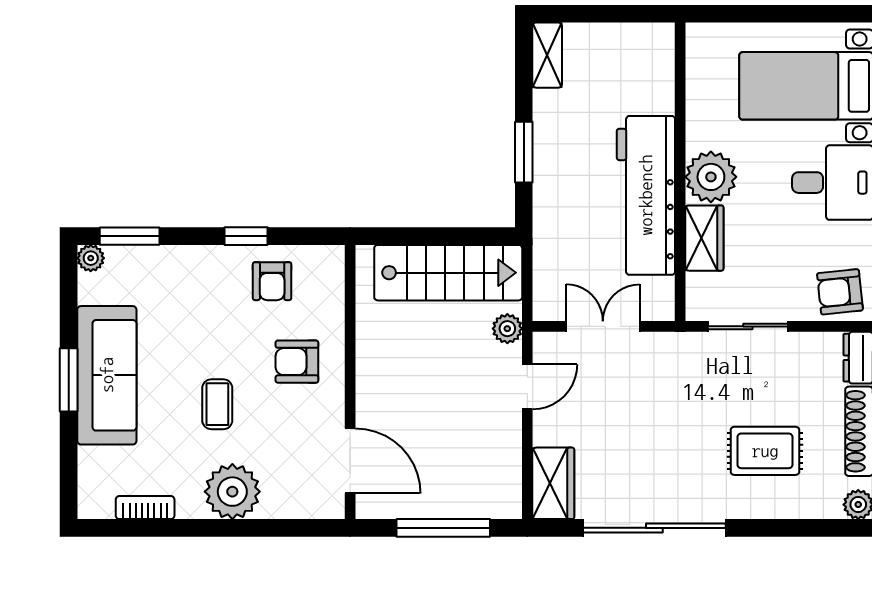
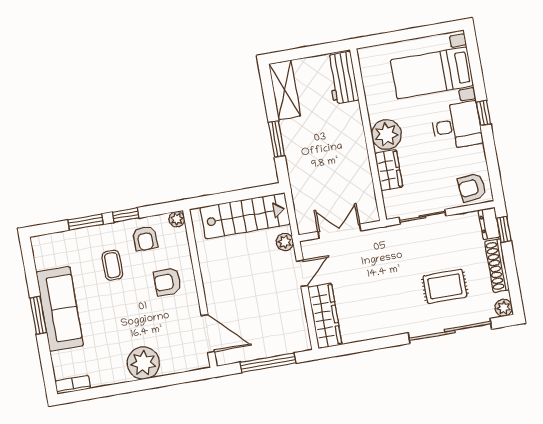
shelving: (547, 55) -> (285, 90), width x1.50, depth x1.33
workbench: (646, 195) -> (342, 78), moved, width x0.53, depth x0.76
window: (130, 236) -> (86, 222), moved
plant: (91, 258) -> (177, 219), moved
coffee table: (217, 404) -> (112, 265), moved
wardrobe: (553, 483) -> (325, 316), width x1.50
bookcase: (145, 508) -> (73, 385), moved
sliding door: (654, 528) -> (450, 331), moved

